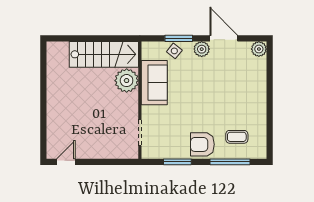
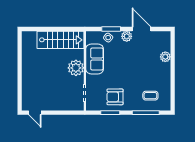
plant: (259, 49) -> (165, 57), moved
plant: (127, 81) -> (76, 68), moved
armchair: (202, 144) -> (115, 97), moved
door: (66, 162) -> (35, 113), swing flipped

